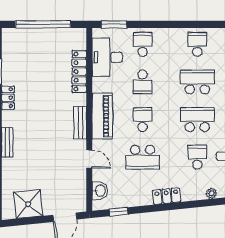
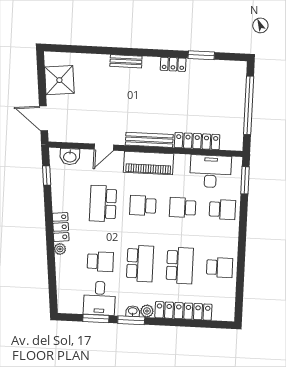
school desk: (143, 120) -> (143, 206), turned 180
bench: (80, 123) -> (149, 140), width x1.36
plant: (211, 193) -> (60, 249), moved

